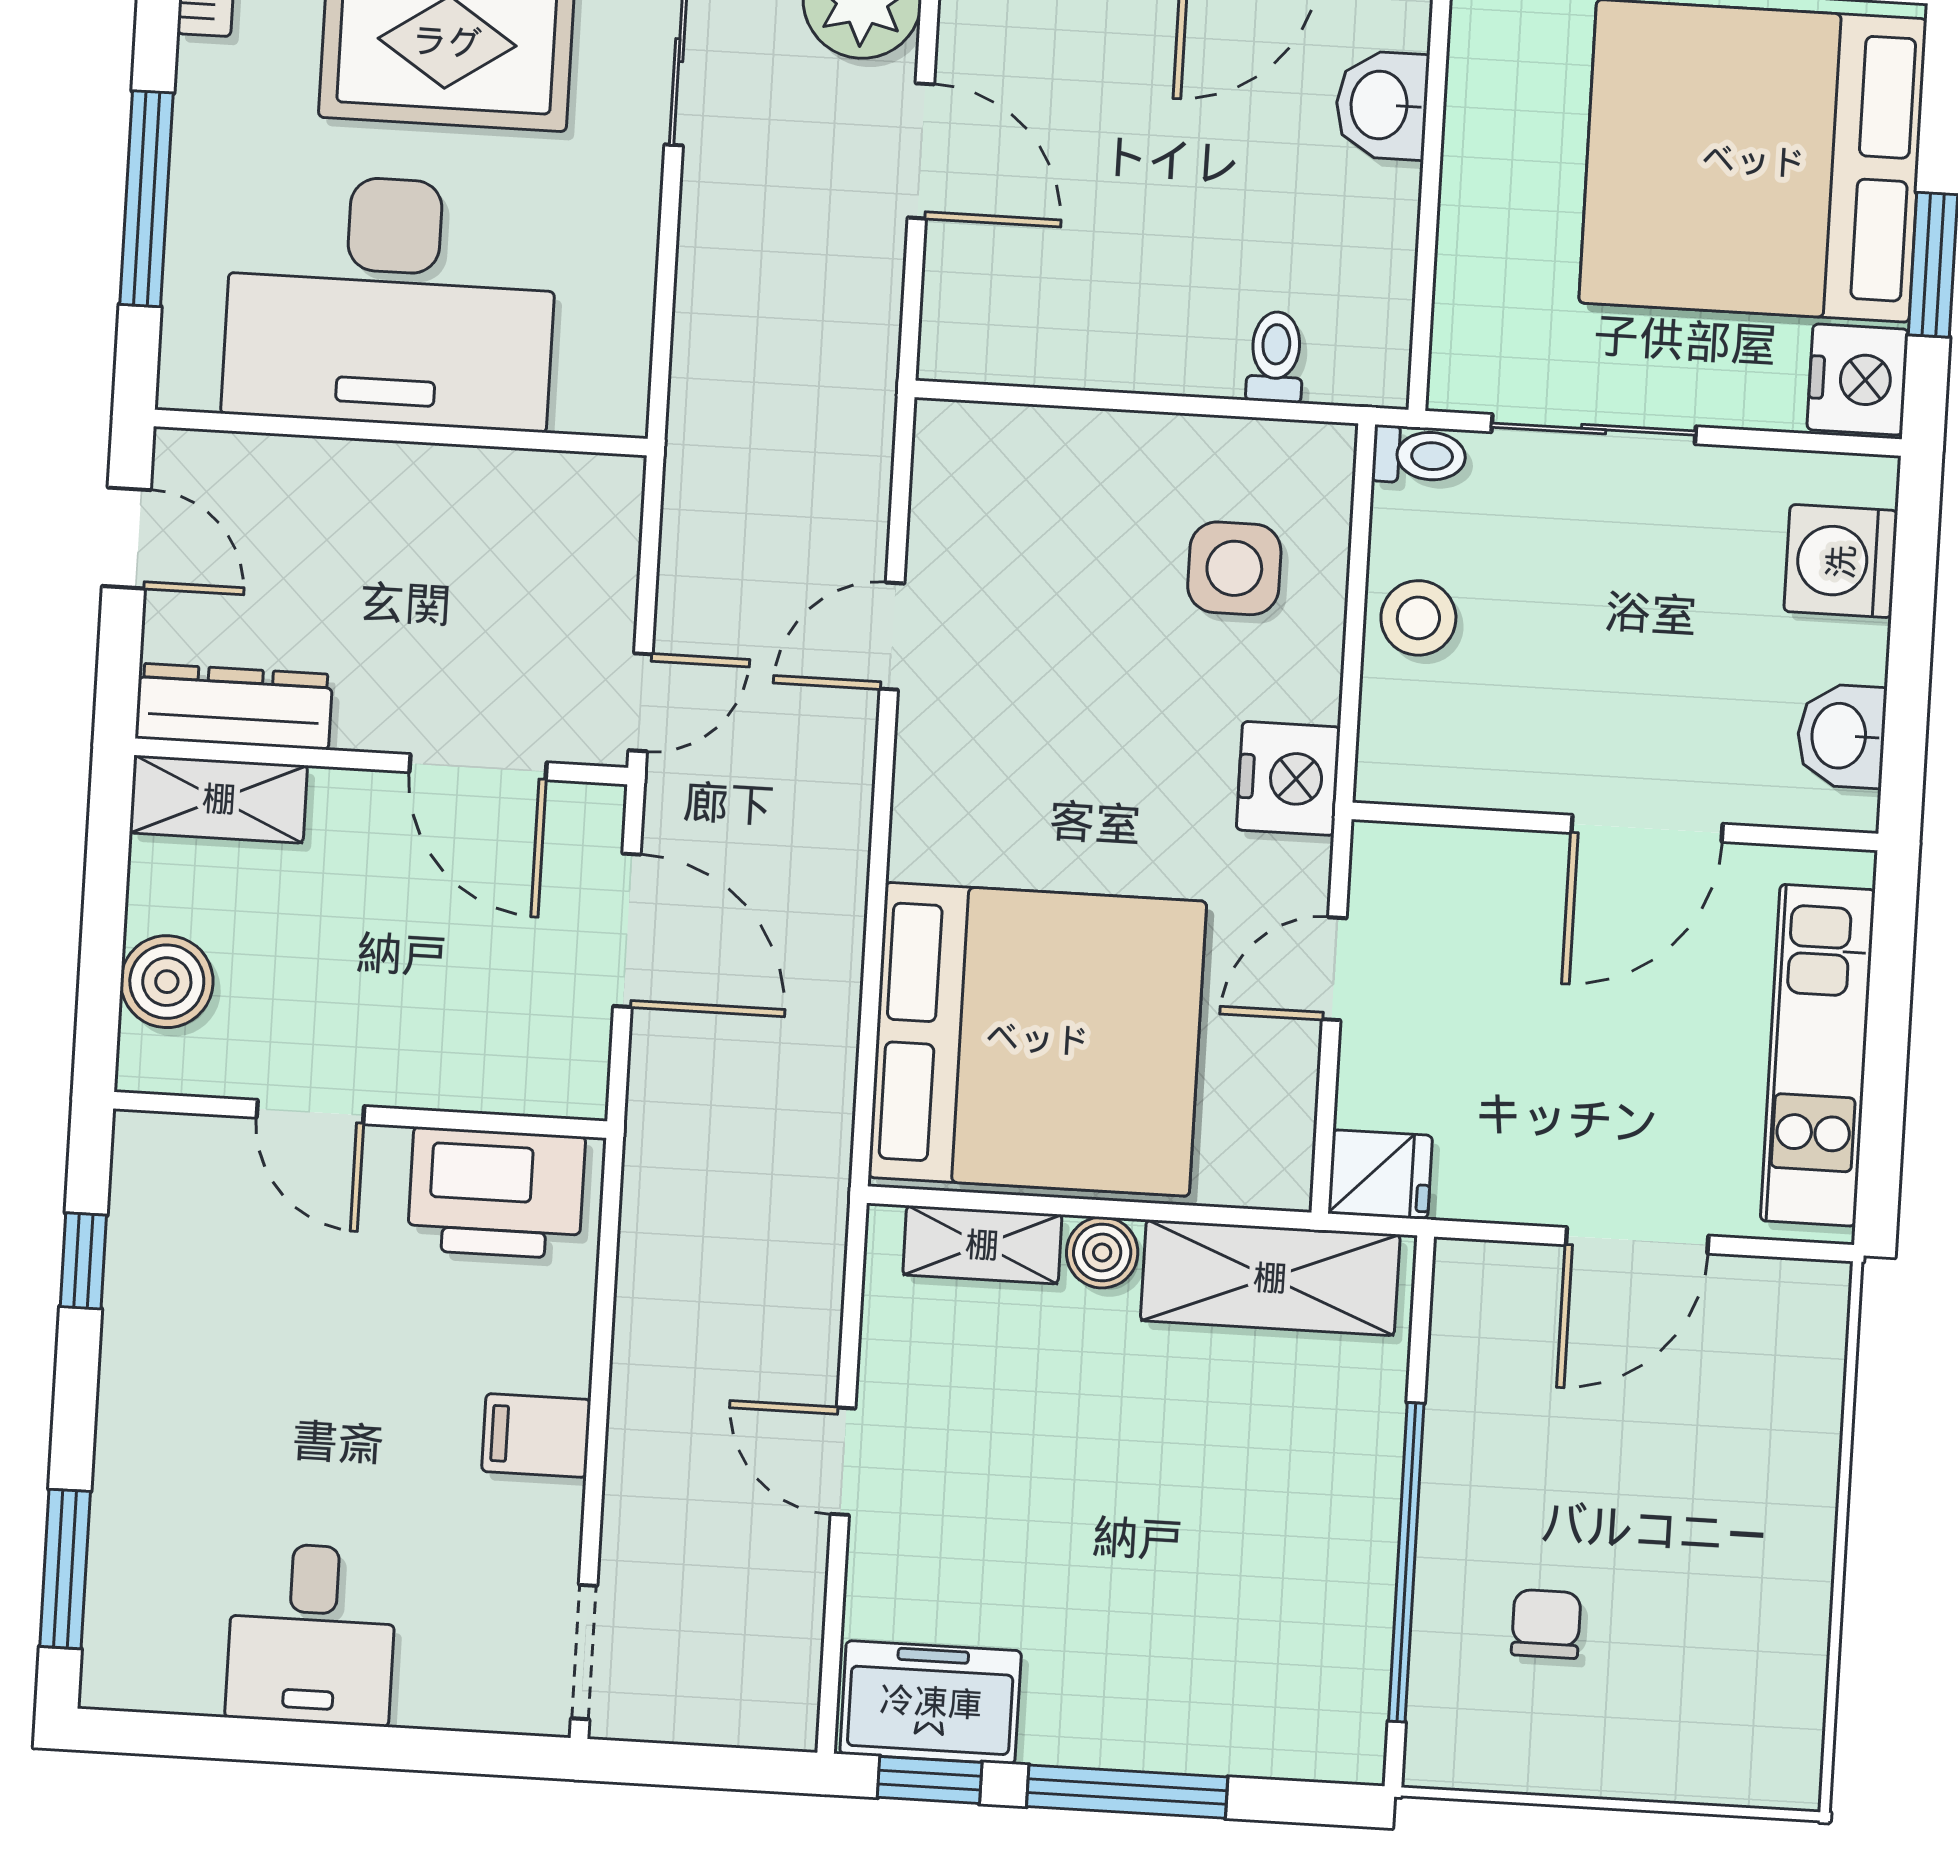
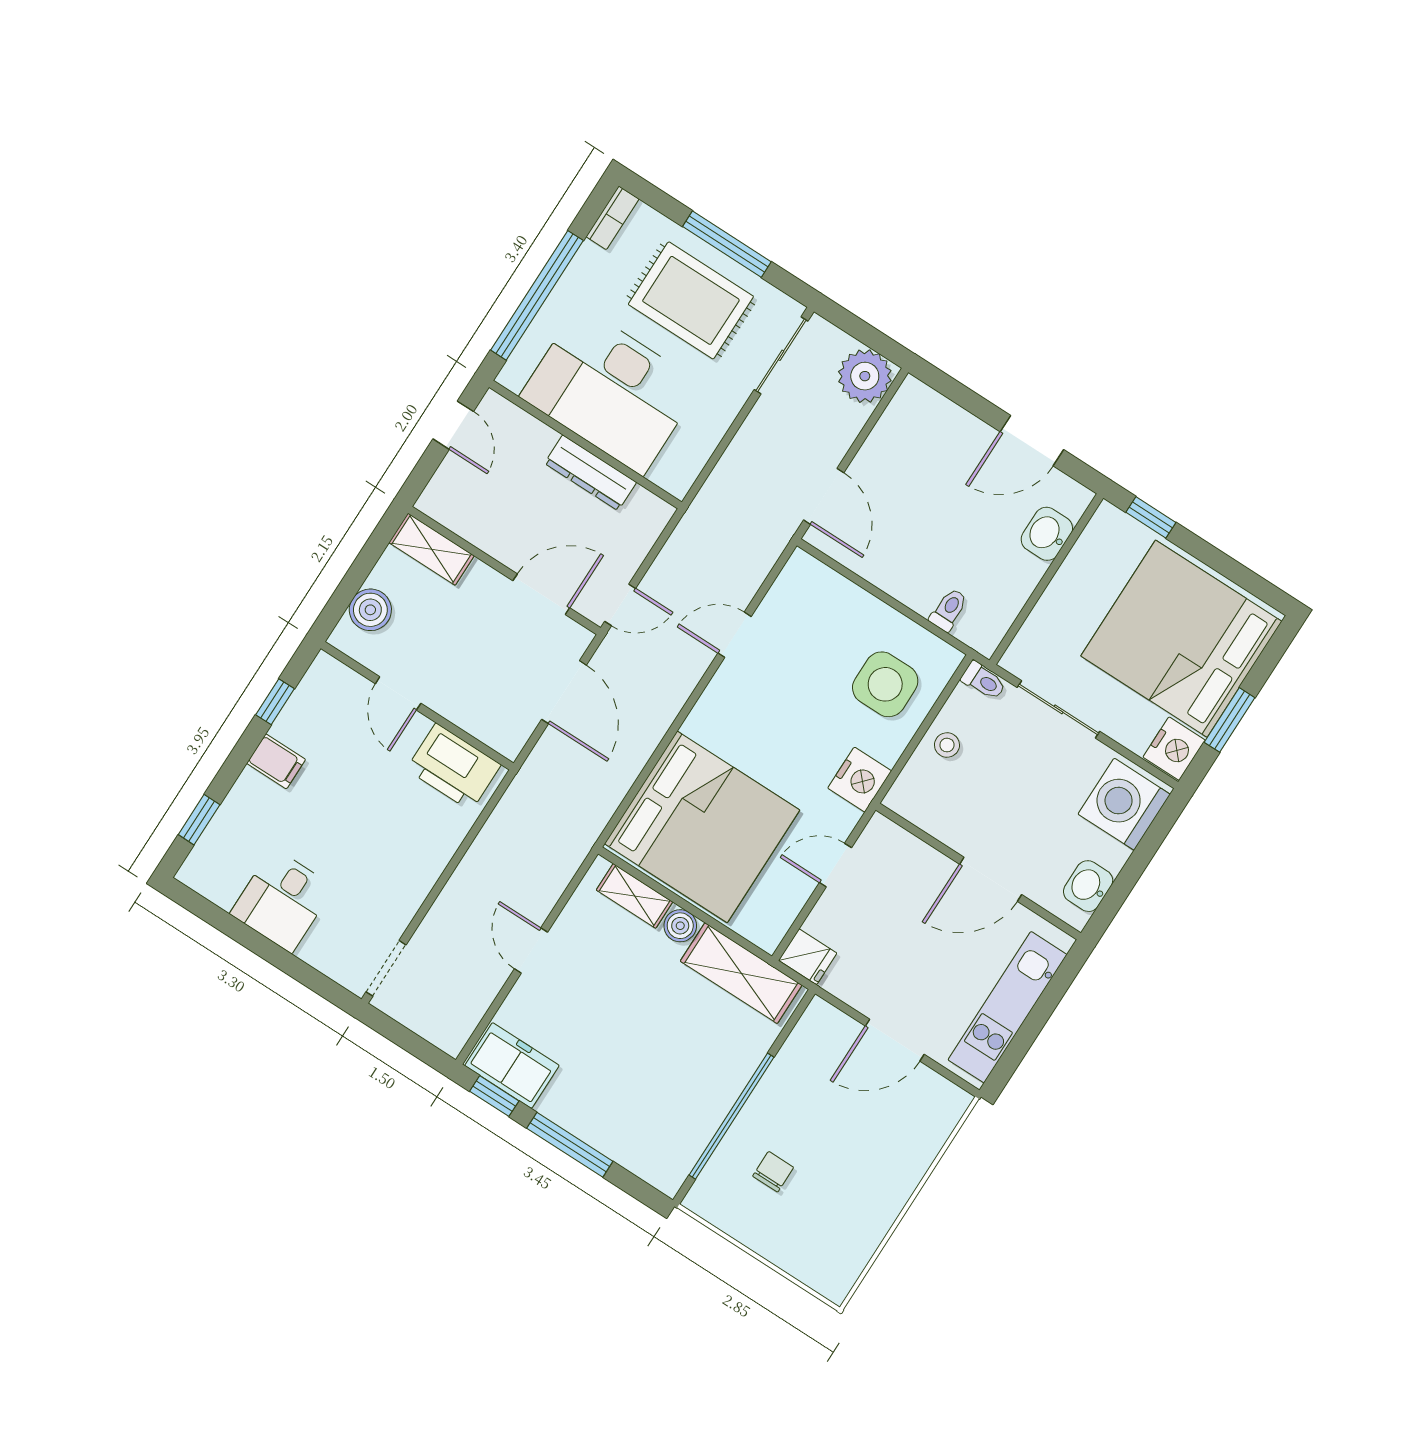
door: (921, 151) -> (824, 496), moved
window: (146, 199) -> (537, 295), width x1.46
washing machine: (1841, 561) -> (1124, 804), width x1.37, depth x1.37
side table: (1234, 568) -> (885, 684), width x1.37, depth x1.37
stool: (1418, 618) -> (947, 745), width x0.73, depth x0.73
dresser: (234, 706) -> (590, 473), moved, turned 180
door: (478, 767) -> (541, 594), swing flipped
filing cabinet: (536, 1435) -> (276, 761), moved, turned 180
window: (65, 1569) -> (199, 820), width x0.67

